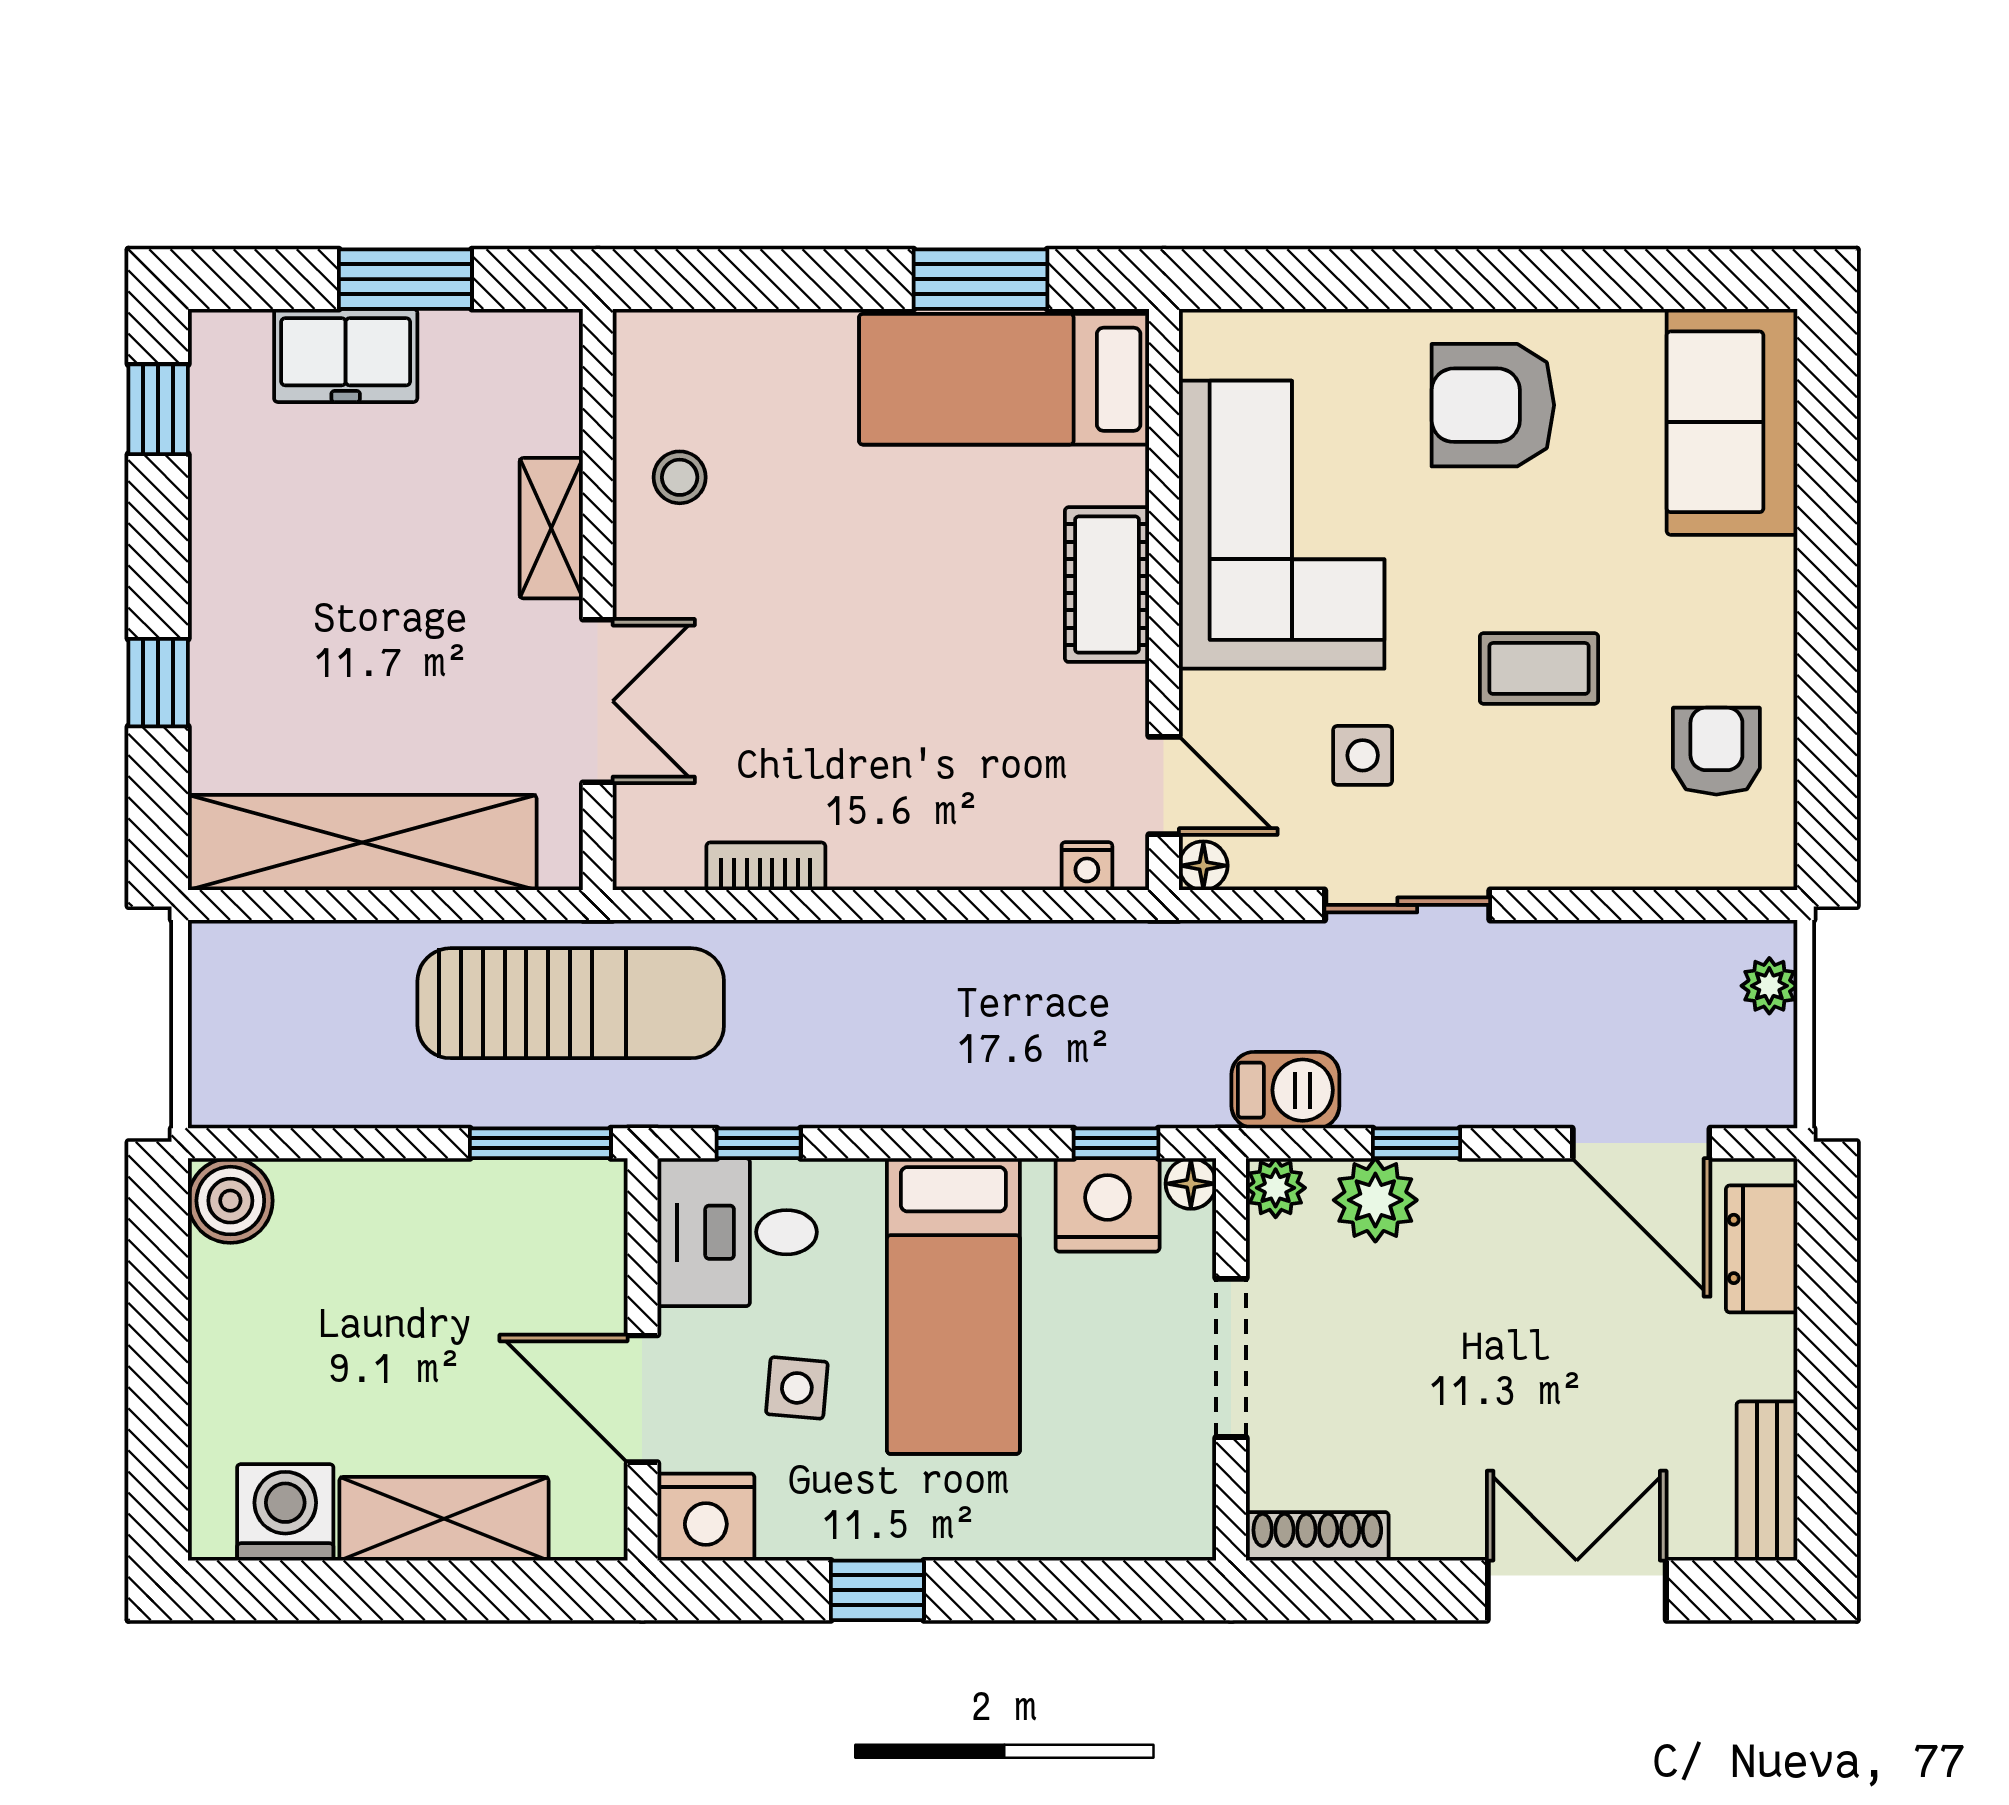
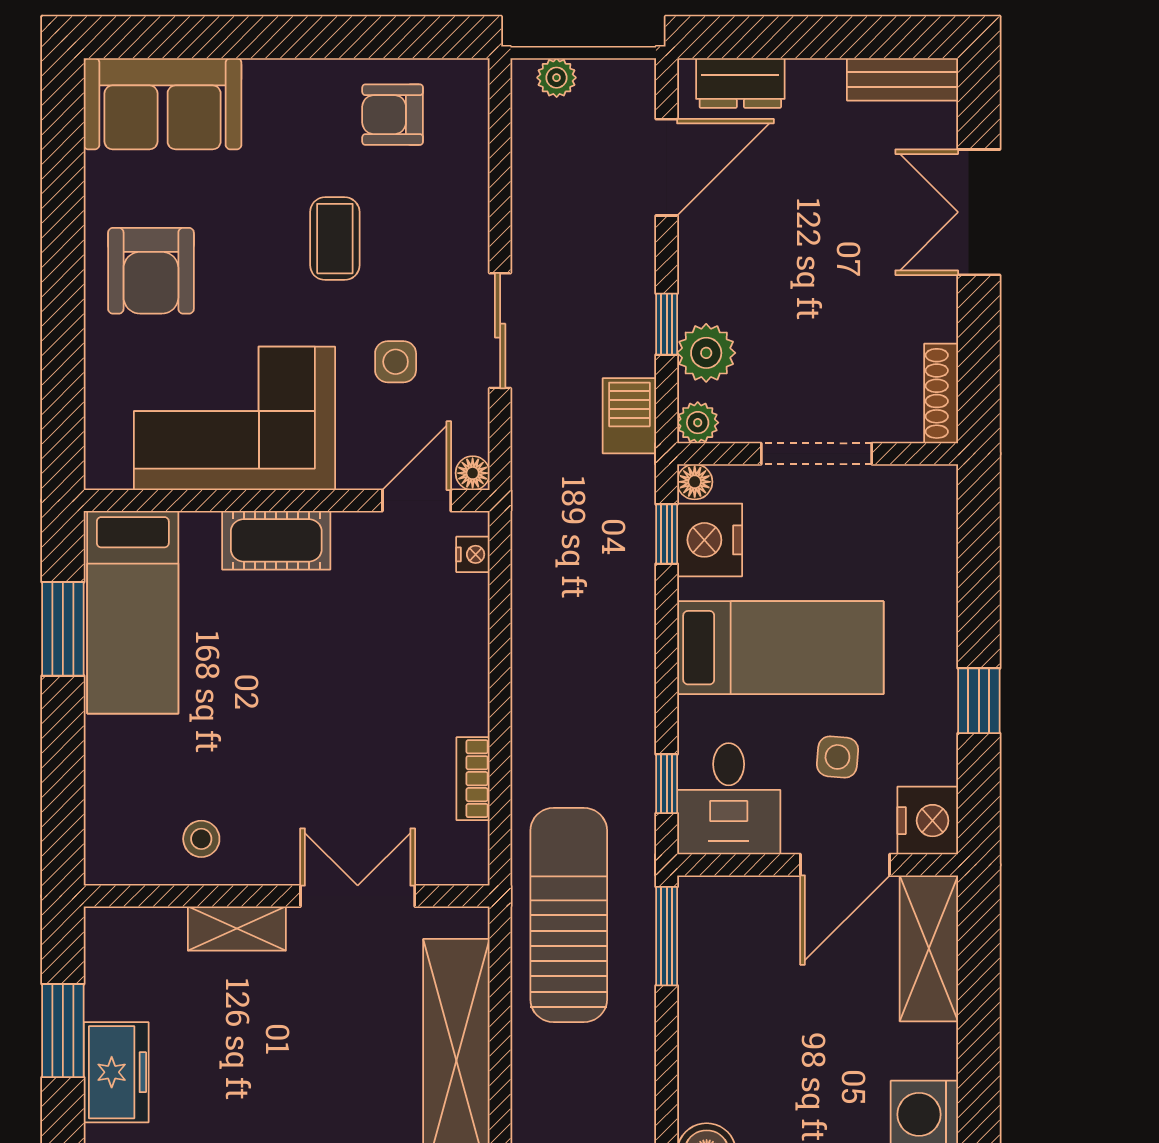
shelving: (444, 1519) -> (929, 948), moved

